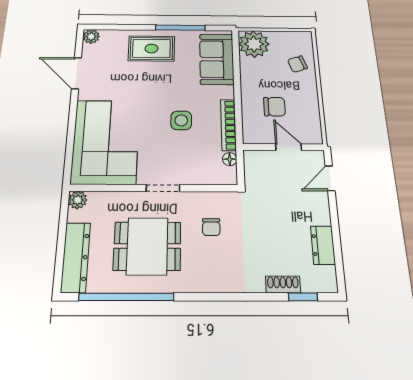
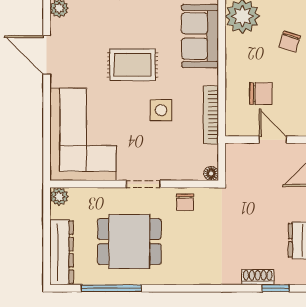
rug: (151, 49) -> (133, 65), moved
chair: (297, 64) -> (290, 42), turned -53
floor lamp: (230, 159) -> (211, 173), moved
chair: (211, 227) -> (185, 202), moved
window: (126, 297) -> (111, 288), width x0.68

